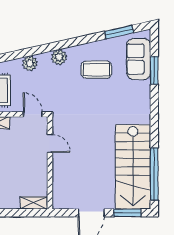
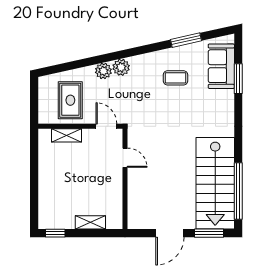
window: (119, 32) -> (186, 40), moved
plant: (59, 57) -> (121, 67), moved
coffee table: (96, 70) -> (175, 78), width x0.73, depth x0.77
shelving: (34, 203) -> (90, 222), moved

